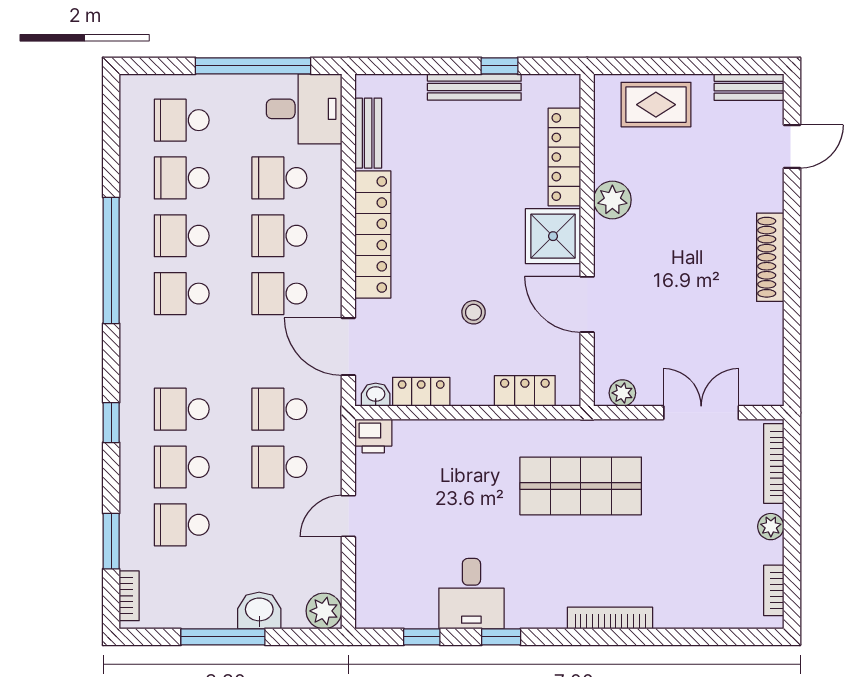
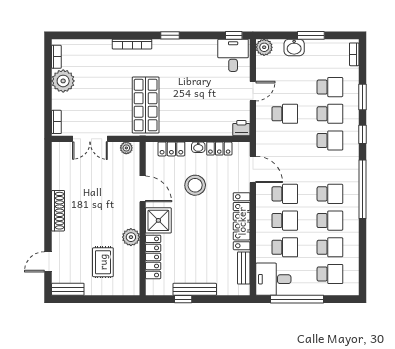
rug: (656, 105) -> (103, 262), moved, turned 90
window: (111, 260) -> (362, 189), moved
stool: (474, 312) -> (195, 185), width x1.89, depth x1.89
washbasin: (376, 395) -> (198, 147), moved
school desk: (279, 409) -> (285, 140), removed
bookcase: (774, 464) -> (56, 122), width x0.64
shop shelf: (581, 486) -> (146, 105), turned 90
plant: (771, 527) -> (63, 81), width x1.88, depth x1.88
window: (111, 541) -> (362, 97), moved
desk: (471, 594) -> (233, 55), moved
window: (223, 637) -> (311, 35), width x0.69
window: (422, 637) -> (234, 35), moved
window: (501, 637) -> (170, 35), moved

